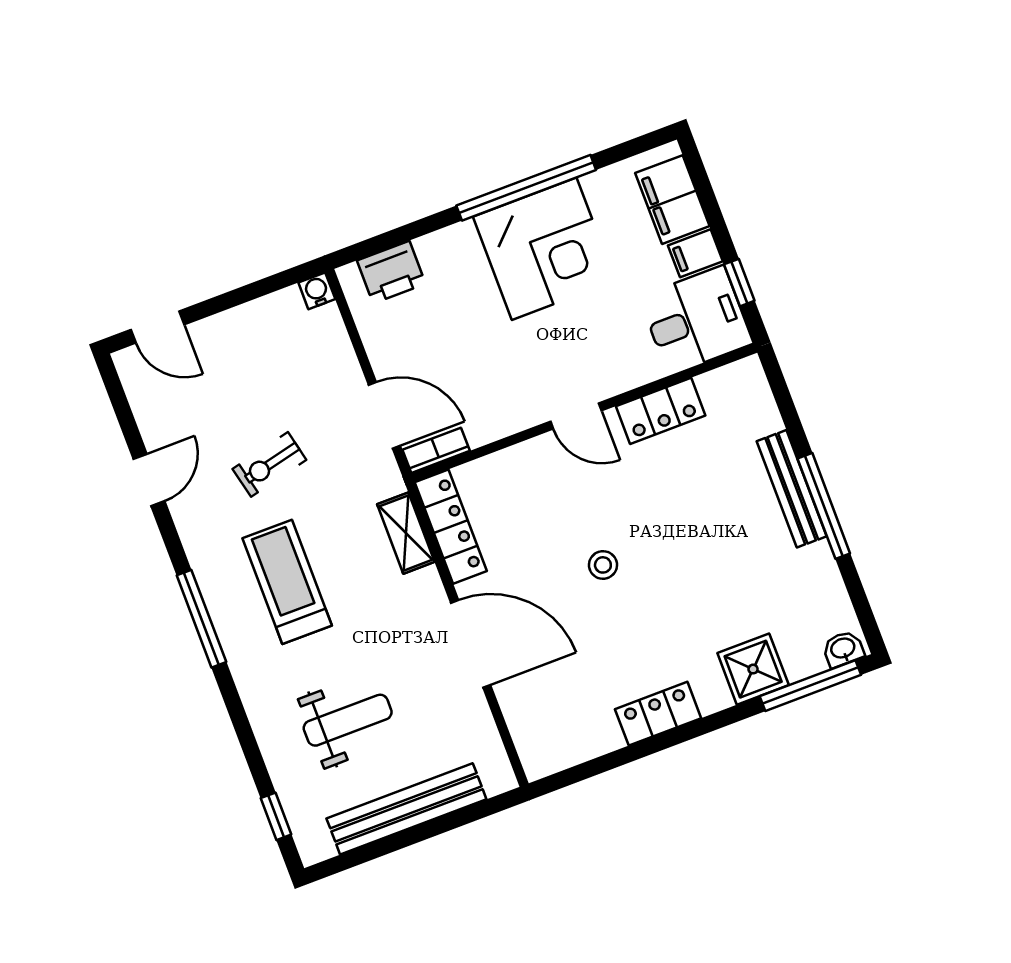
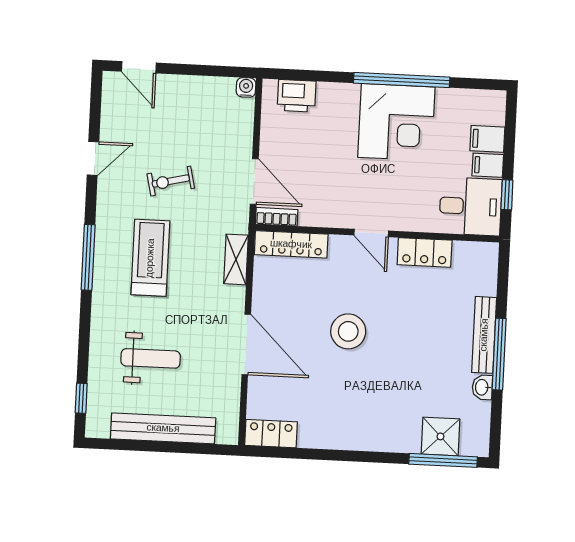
filing cabinet: (672, 200) -> (487, 139), width x0.50
locker: (451, 527) -> (291, 244), moved, turned 90
stool: (603, 565) -> (348, 331), width x1.89, depth x1.89
washbasin: (843, 649) -> (482, 387), moved, turned -90
shower: (753, 669) -> (440, 436), moved
locker: (658, 714) -> (271, 434), moved

